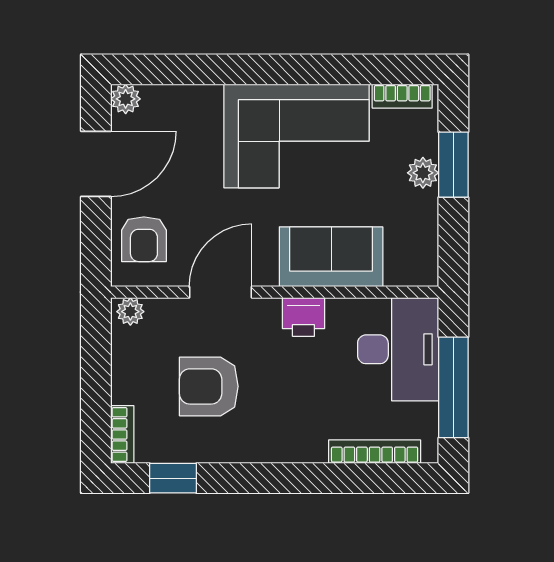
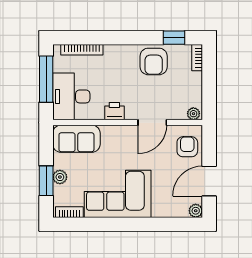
sofa: (331, 257) -> (76, 139), moved
armchair: (209, 386) -> (154, 61), moved, turned 90

